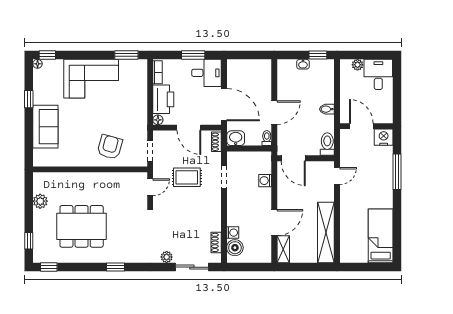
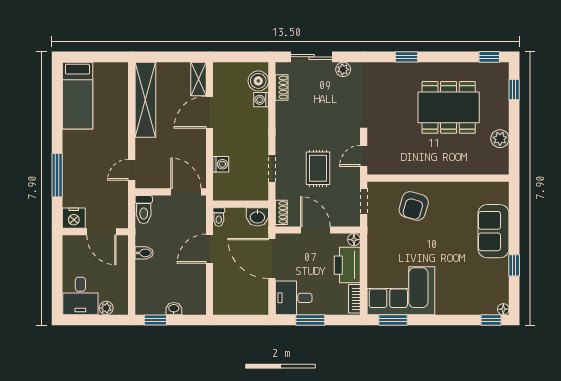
corner sofa: (91, 79) -> (401, 291), moved
rug: (187, 177) -> (318, 168), turned 90

